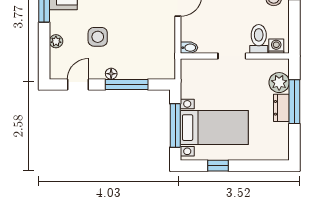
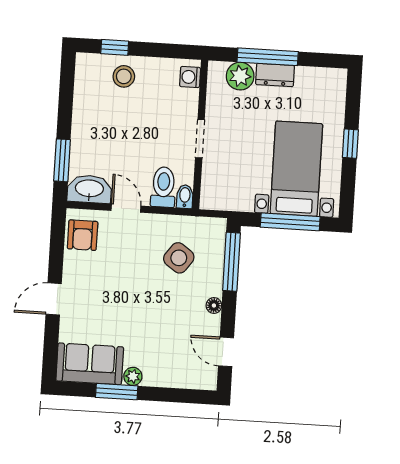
side table: (98, 37) -> (179, 258), moved, turned 36
toilet: (259, 39) -> (163, 187), moved, turned 90
plant: (56, 41) -> (133, 376), moved
window: (127, 85) -> (232, 262), moved
window: (218, 166) -> (350, 144), moved

